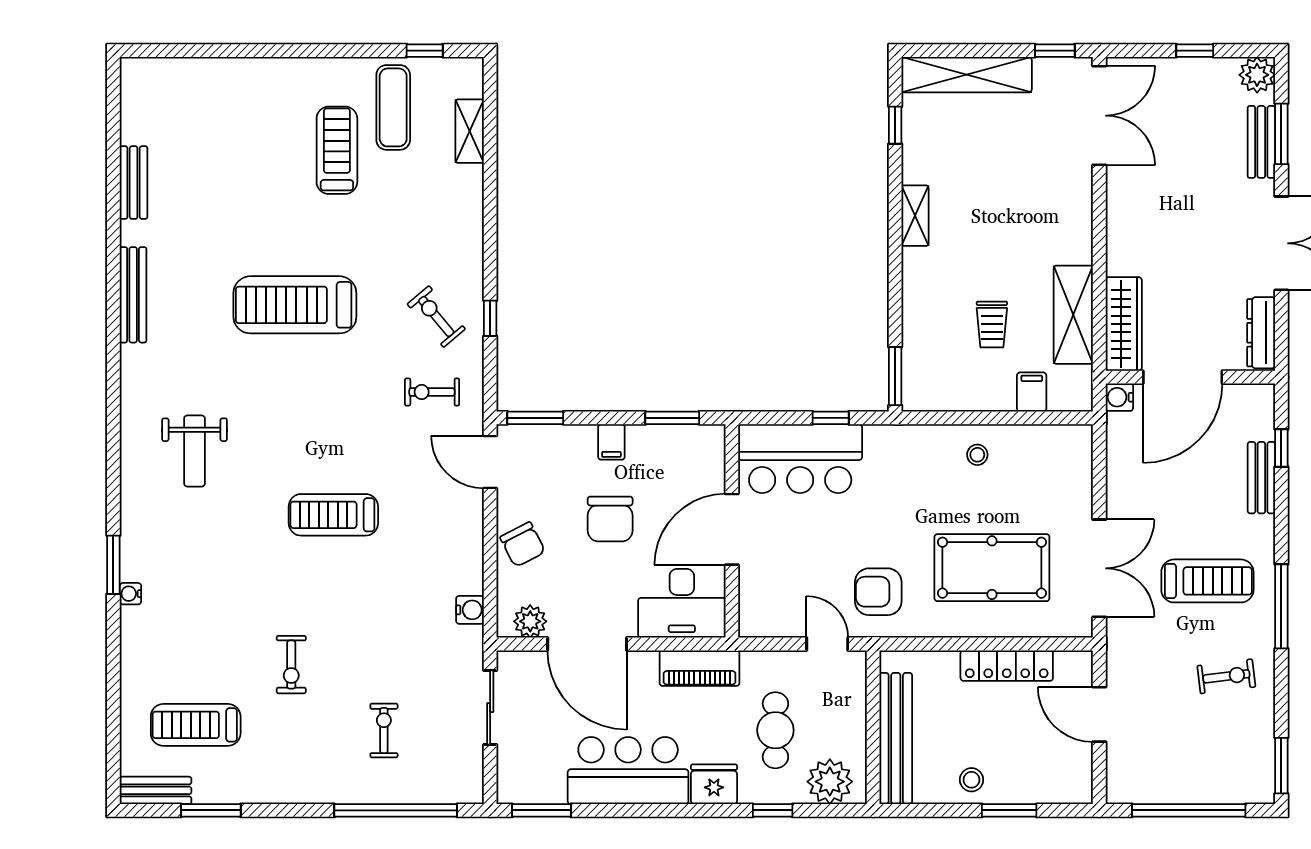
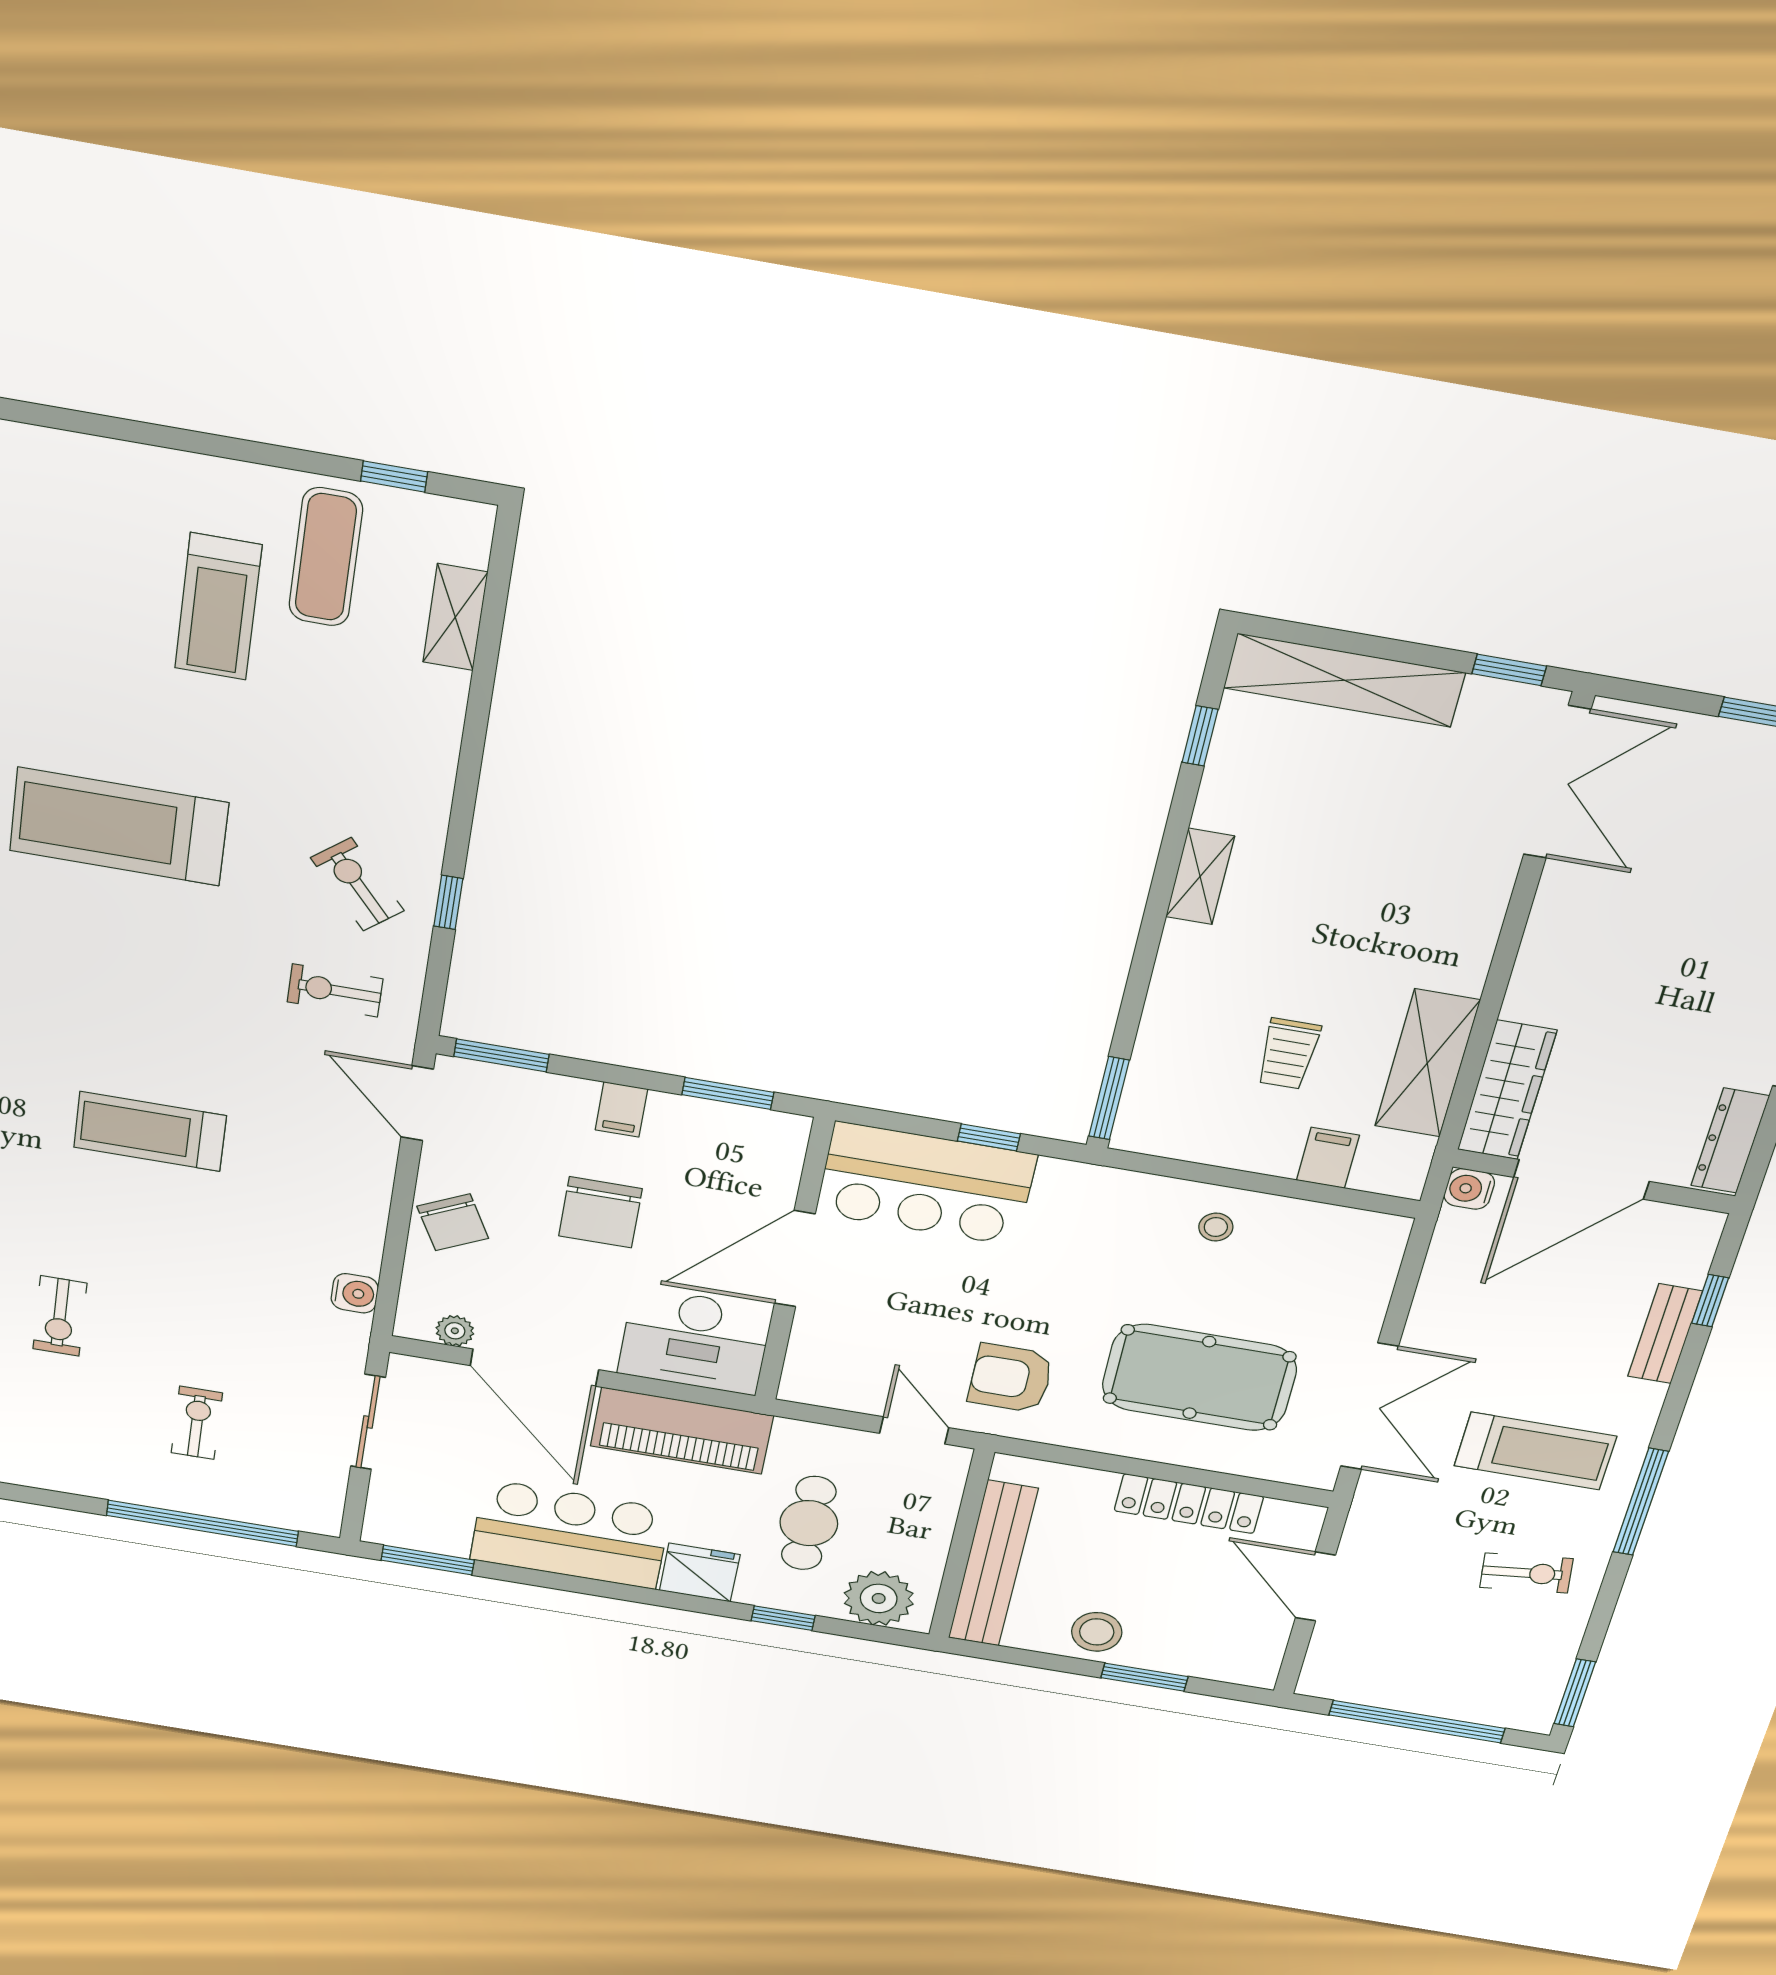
treadmill: (337, 150) -> (218, 607), turned 180
plant: (530, 621) -> (455, 1331), width x0.73, depth x0.73
piano: (700, 668) -> (682, 1431), width x1.37, depth x1.33
stool: (971, 780) -> (1097, 1632), width x1.37, depth x1.37

